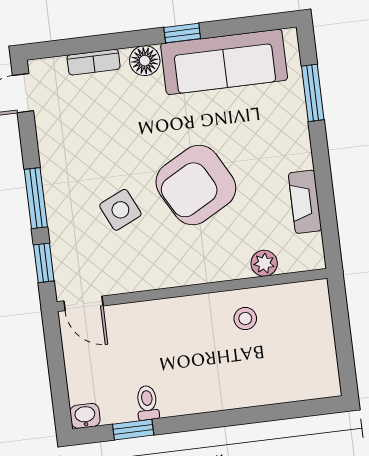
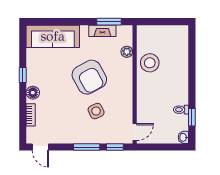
sofa: (224, 62) -> (53, 36), moved, turned 90
window: (313, 93) -> (109, 22), moved
stool: (245, 319) -> (150, 63), width x1.89, depth x1.89

